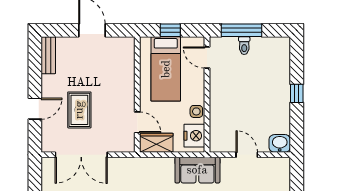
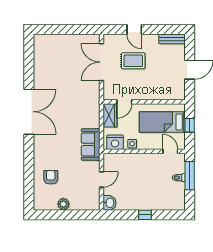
door: (207, 58) -> (170, 151), hinge flipped

